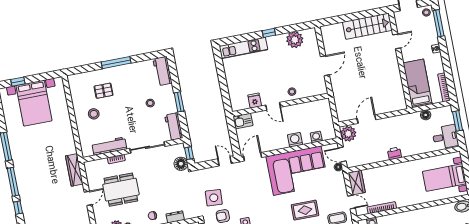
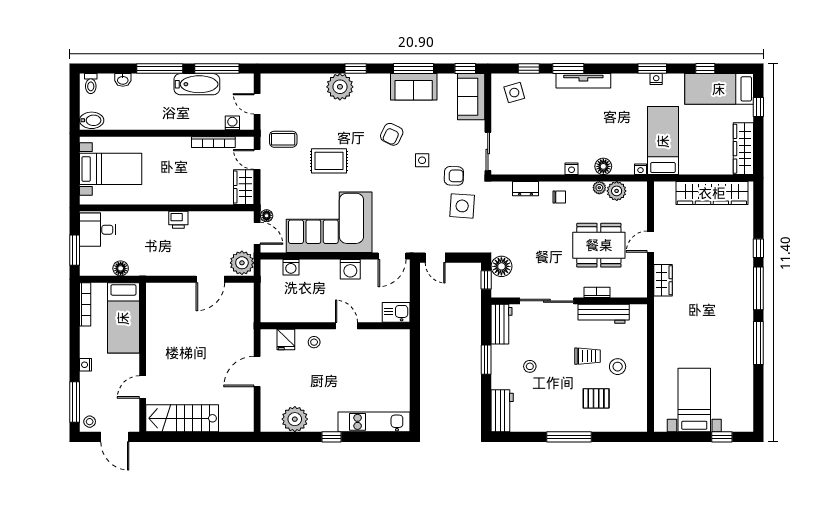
fridge: (255, 101) -> (286, 339), moved
bed with nightstands: (34, 103) -> (694, 400), width x0.73
trolley: (114, 117) -> (588, 356), added
washing machine: (295, 140) -> (350, 269), moved
wardrobe: (74, 170) -> (663, 280), width x0.67

